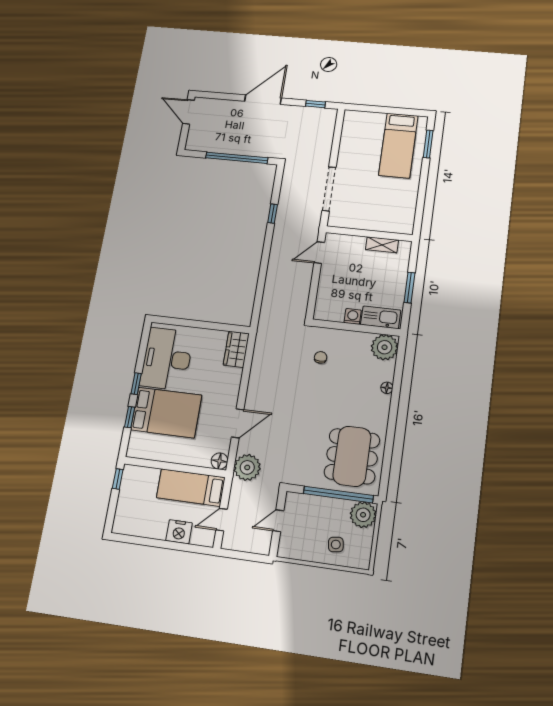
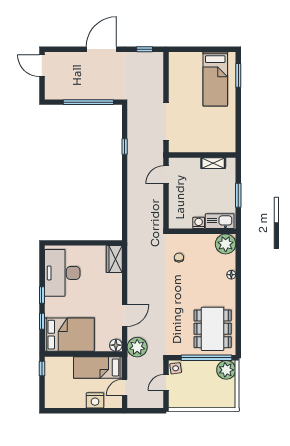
bed: (166, 413) -> (69, 335), moved
side table: (336, 545) -> (176, 368), moved

